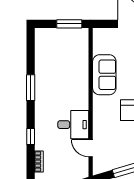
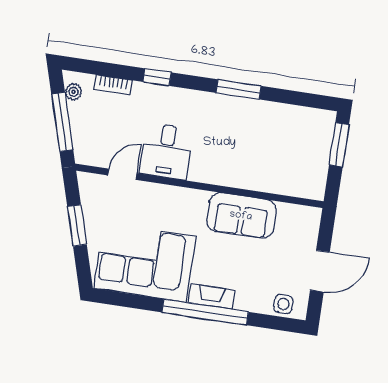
window: (69, 24) -> (339, 145), moved

